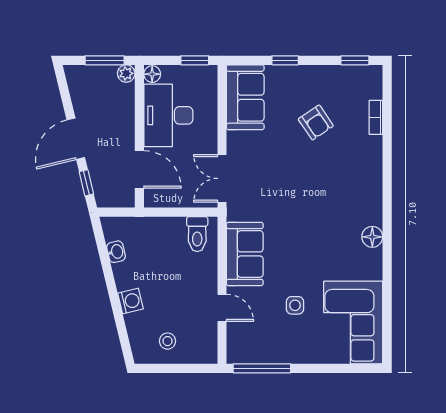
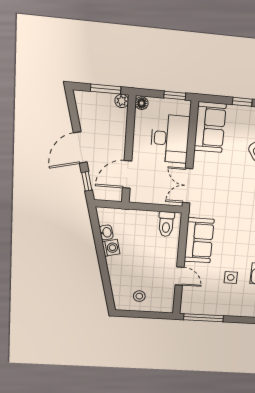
desk: (168, 115) -> (170, 139), moved, turned 180
door: (139, 169) -> (127, 174), swing flipped
washing machine: (130, 301) -> (111, 248), moved

